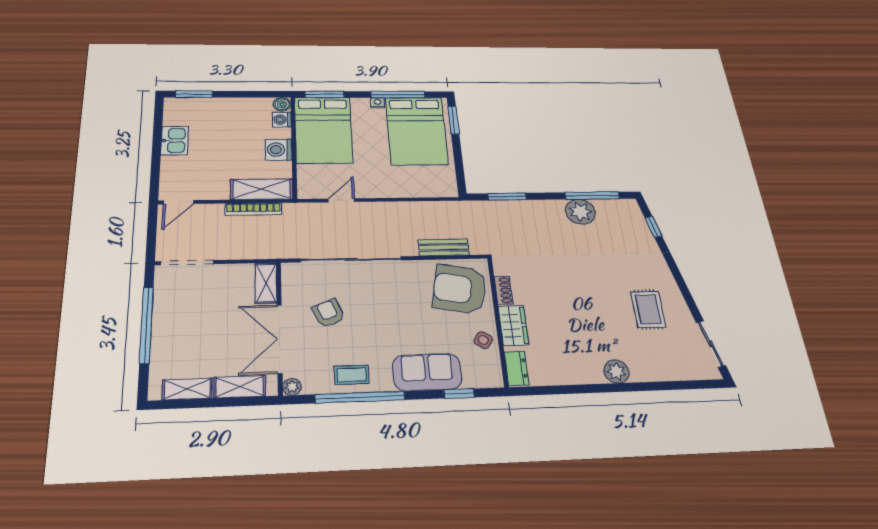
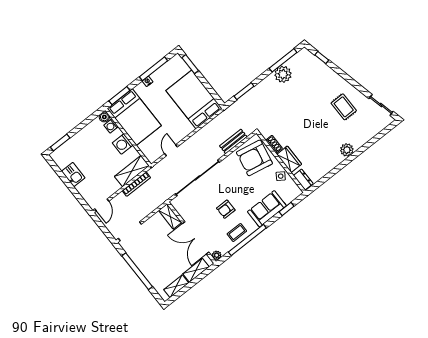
bed: (417, 131) -> (194, 99), moved, turned 180
armchair: (329, 313) -> (226, 209), moved, turned -68

